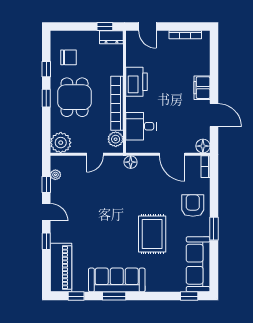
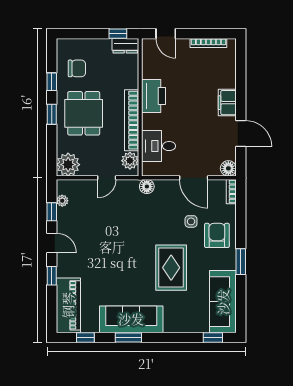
side table: (170, 193) -> (191, 221), added

